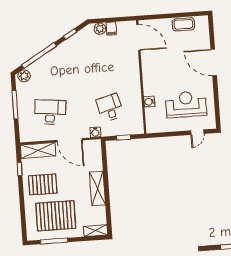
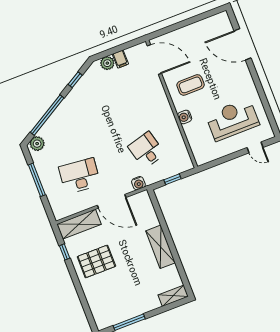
coffee table: (183, 24) -> (191, 85), moved
door: (214, 62) -> (243, 44), moved
water cooler: (149, 102) -> (185, 117), moved
door: (197, 132) -> (255, 147), hinge flipped
pallet: (56, 216) -> (122, 293), removed

